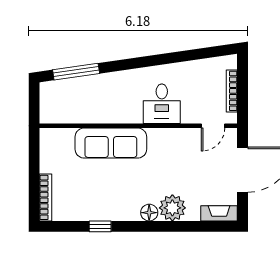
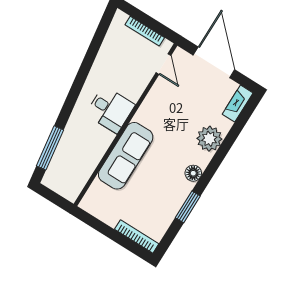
desk: (162, 104) -> (110, 109), moved
floor lamp: (149, 213) -> (193, 173), moved
window: (100, 226) -> (188, 207), width x1.50

